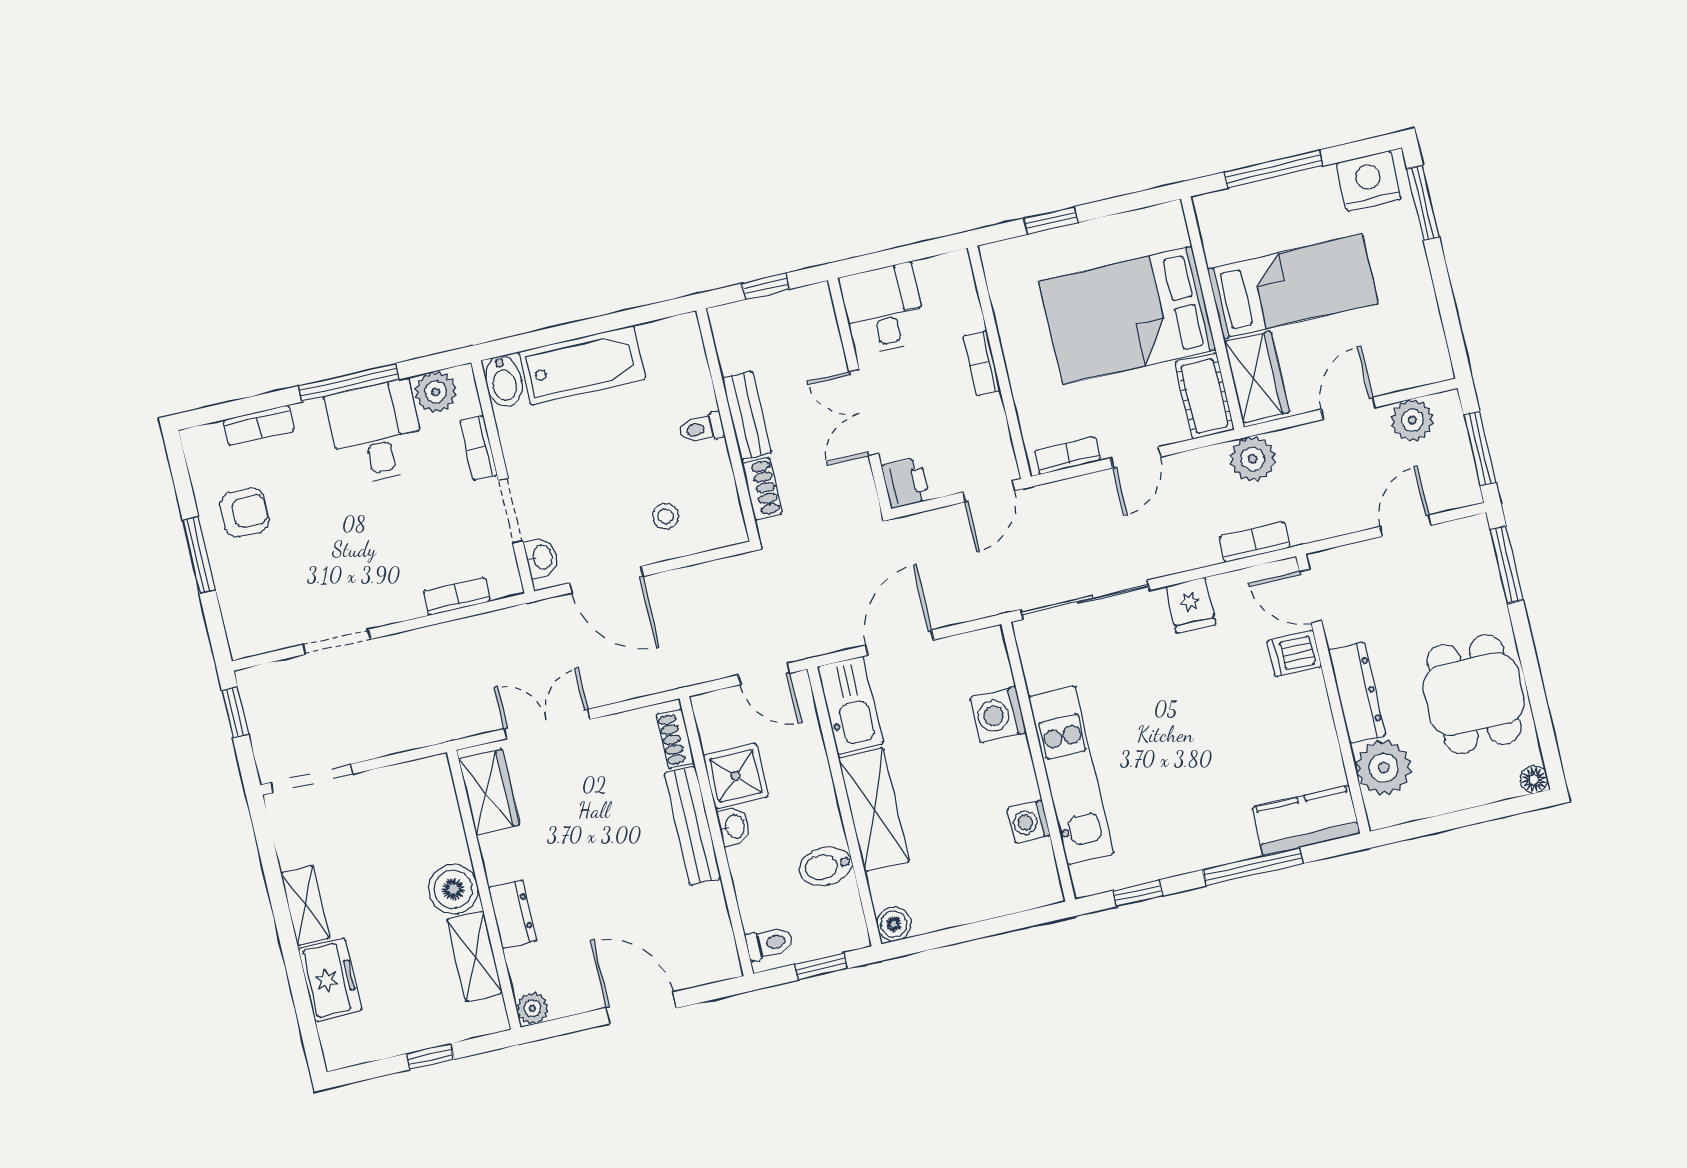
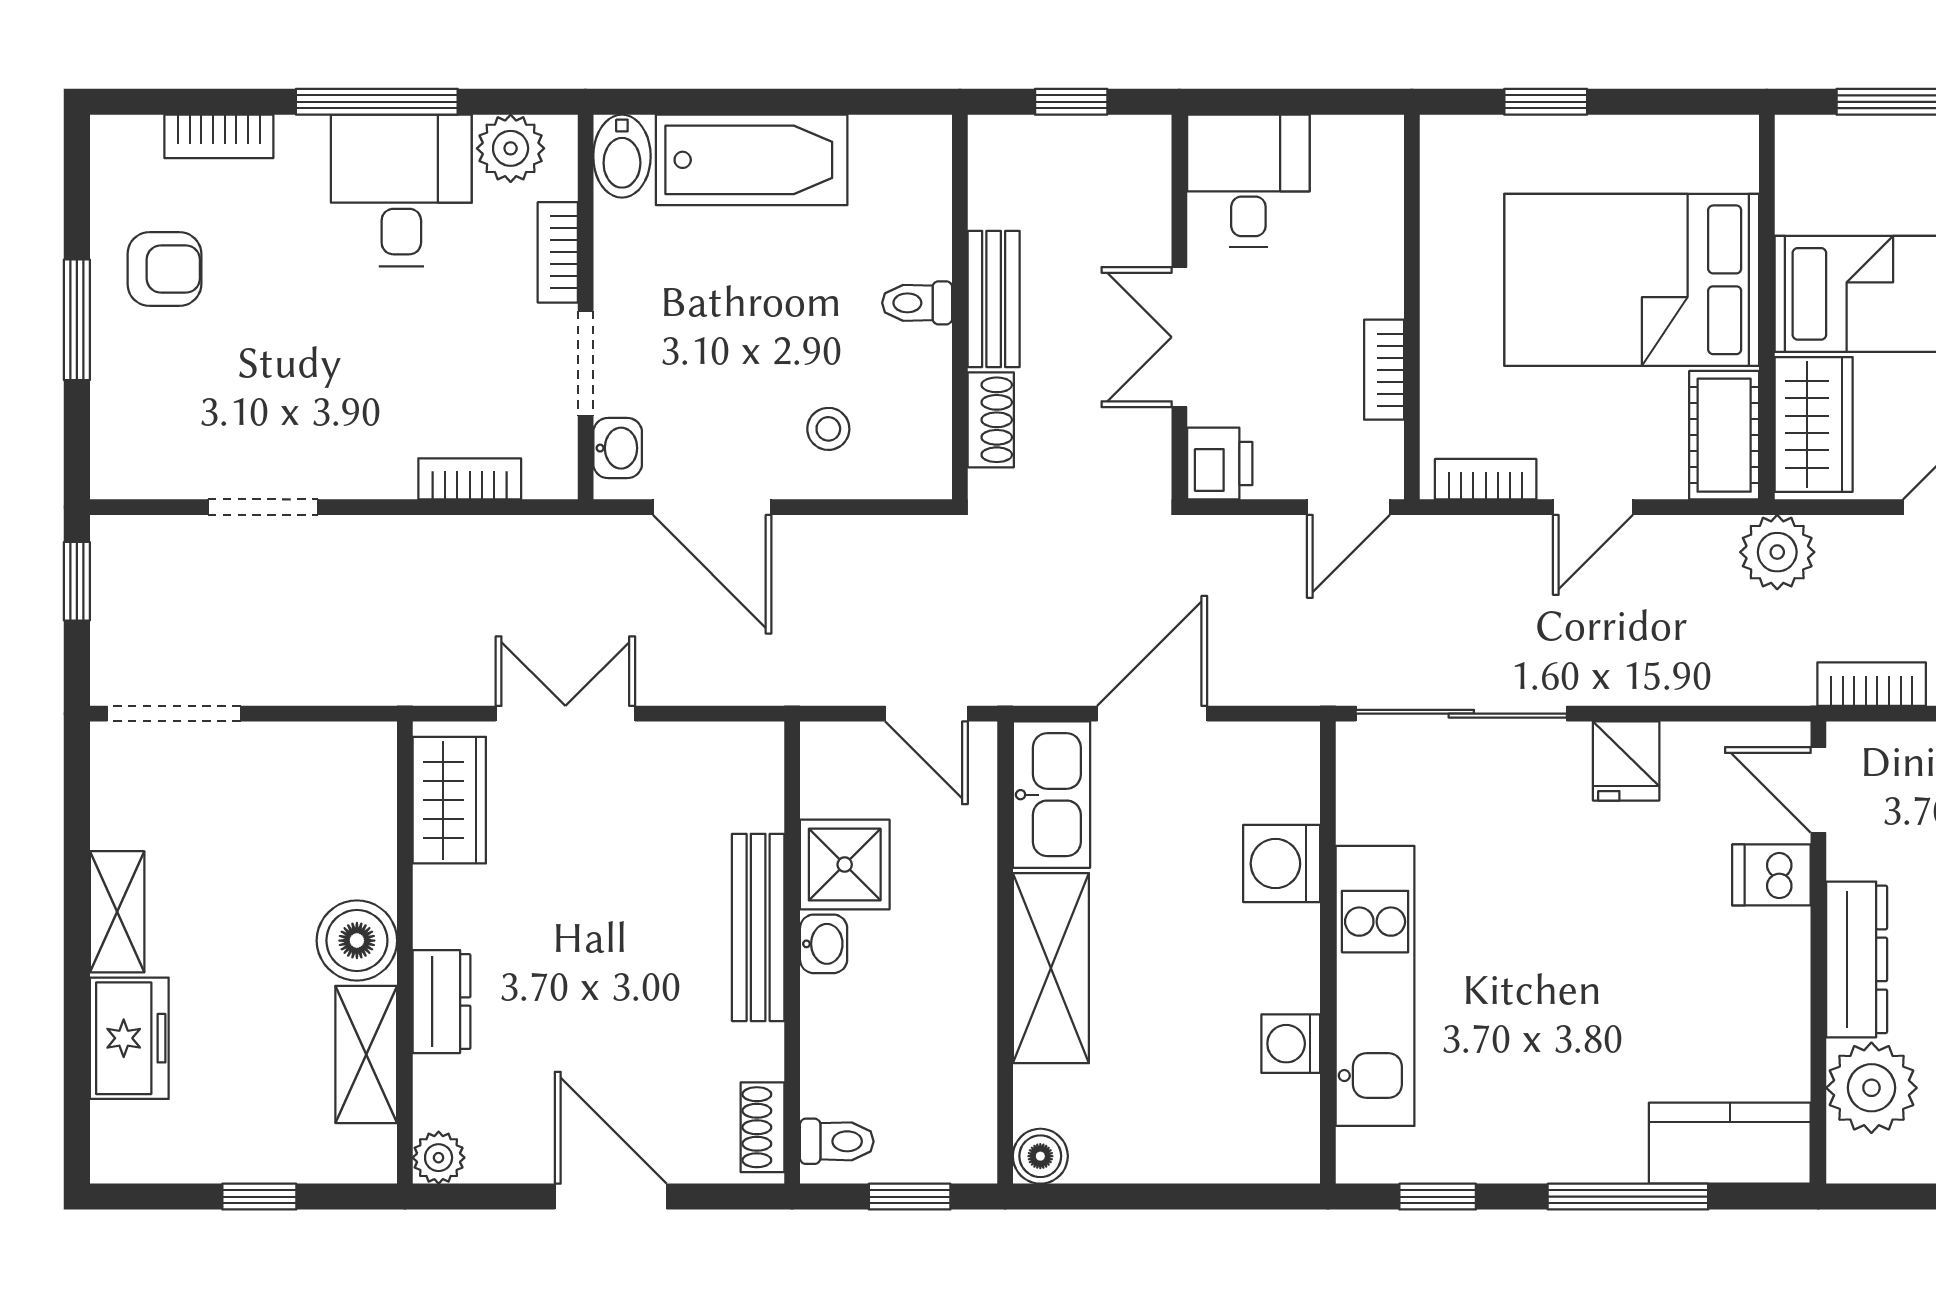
bookcase: (982, 363) -> (1384, 370), moved
bookcase: (1254, 542) -> (1872, 684), moved
shoe rack: (675, 739) -> (763, 1127), moved
bidet: (825, 866) -> (953, 1040), removed

